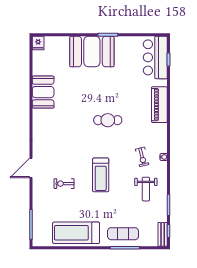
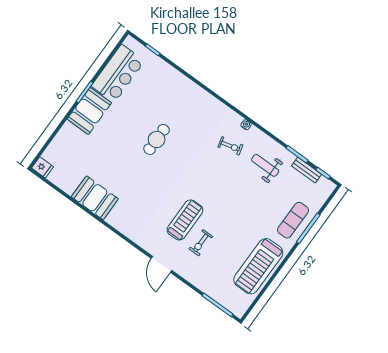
booth: (92, 51) -> (89, 111), width x0.73, depth x0.70
bar counter: (155, 57) -> (118, 73), moved, turned -90
piano: (159, 105) -> (191, 91), removed
cafe table: (108, 120) -> (157, 139), moved
treadmill: (101, 175) -> (185, 220), moved, turned -90
weight bench: (146, 189) -> (265, 165), turned 180
bench: (163, 234) -> (306, 170), moved

